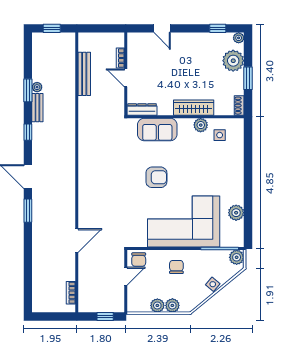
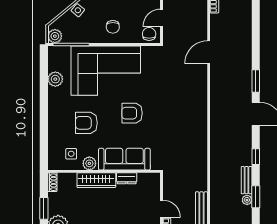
dresser: (142, 110) -> (127, 178), moved, width x0.70
sofa: (157, 129) -> (124, 159), width x1.36
armchair: (204, 167) -> (86, 123), added

